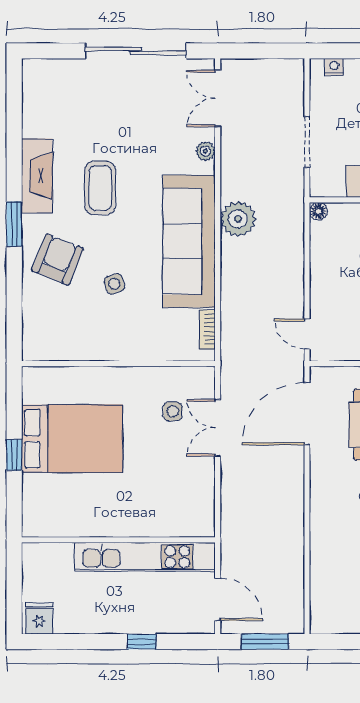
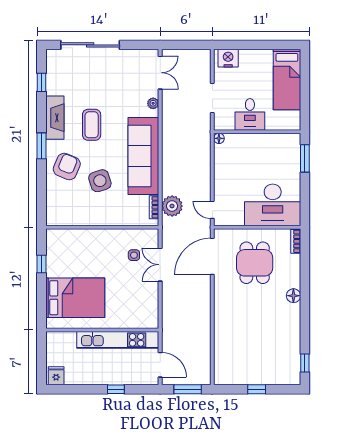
sliding door: (136, 51) -> (90, 45), moved
nightstand: (334, 67) -> (228, 58), width x1.89, depth x1.79
double door: (218, 98) -> (160, 73), swing flipped
window: (14, 115) -> (42, 82), added
plant: (238, 219) -> (172, 206), moved
side table: (114, 284) -> (100, 181), width x1.87, depth x1.87
bed: (72, 439) -> (75, 298), moved
window: (14, 455) -> (42, 264), moved

